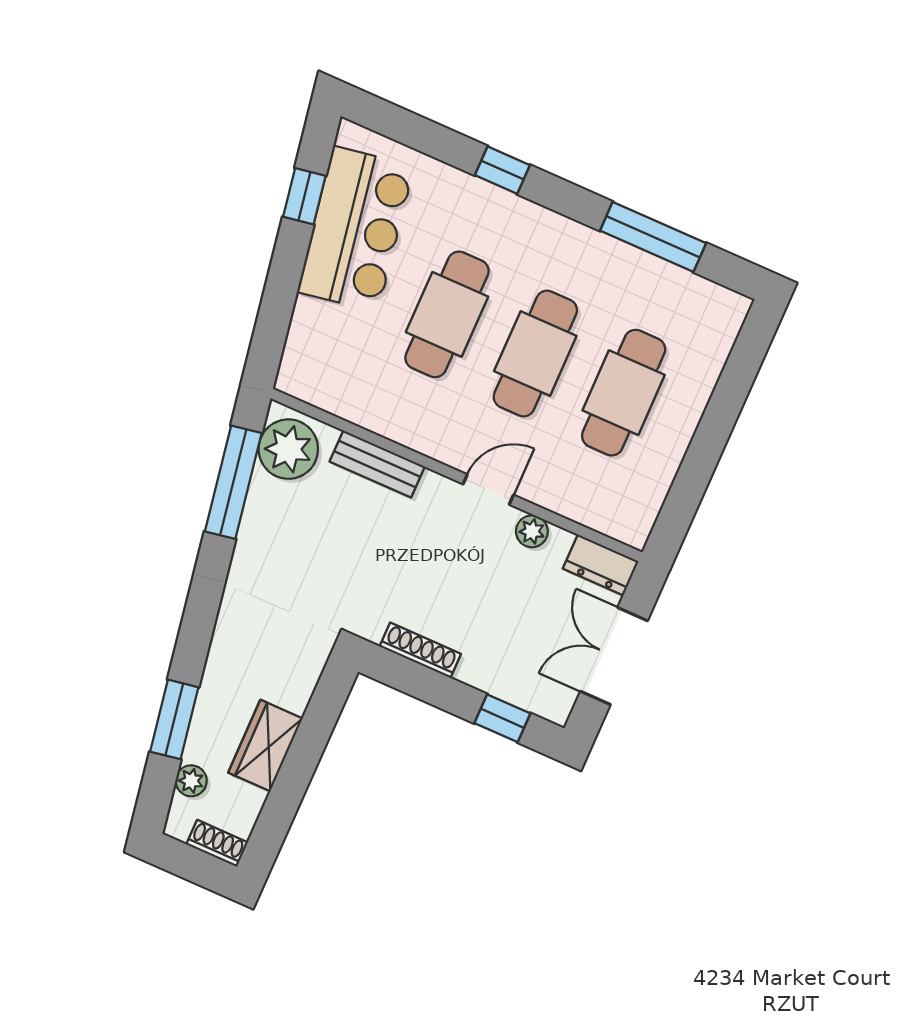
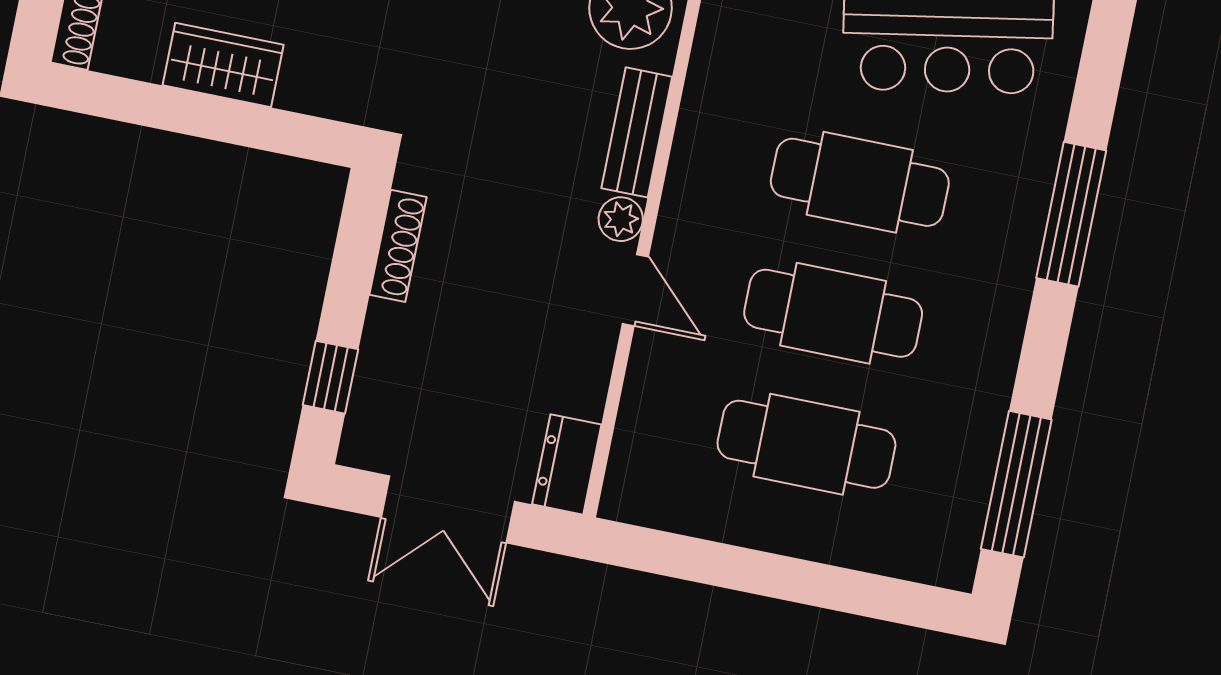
window: (502, 170) -> (1071, 214), width x2.17
window: (653, 237) -> (1016, 484), moved
plant: (532, 531) -> (621, 219), moved
double door: (614, 656) -> (448, 509), swing flipped

